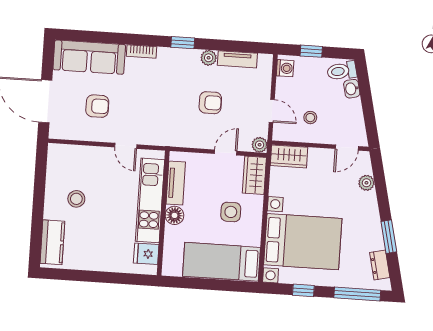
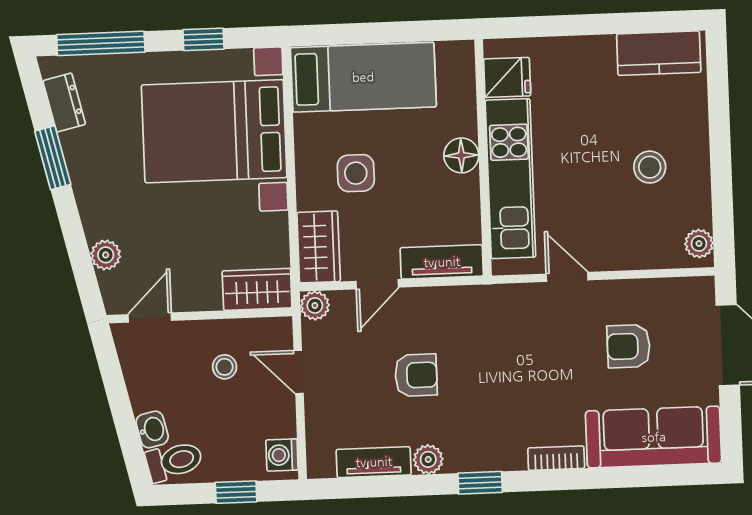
armchair: (210, 103) -> (416, 375), turned 180
plant: (55, 156) -> (699, 244), added
tv unit: (176, 183) -> (442, 262), moved, turned 90
kitchen counter: (52, 242) -> (659, 53), moved, turned -90

